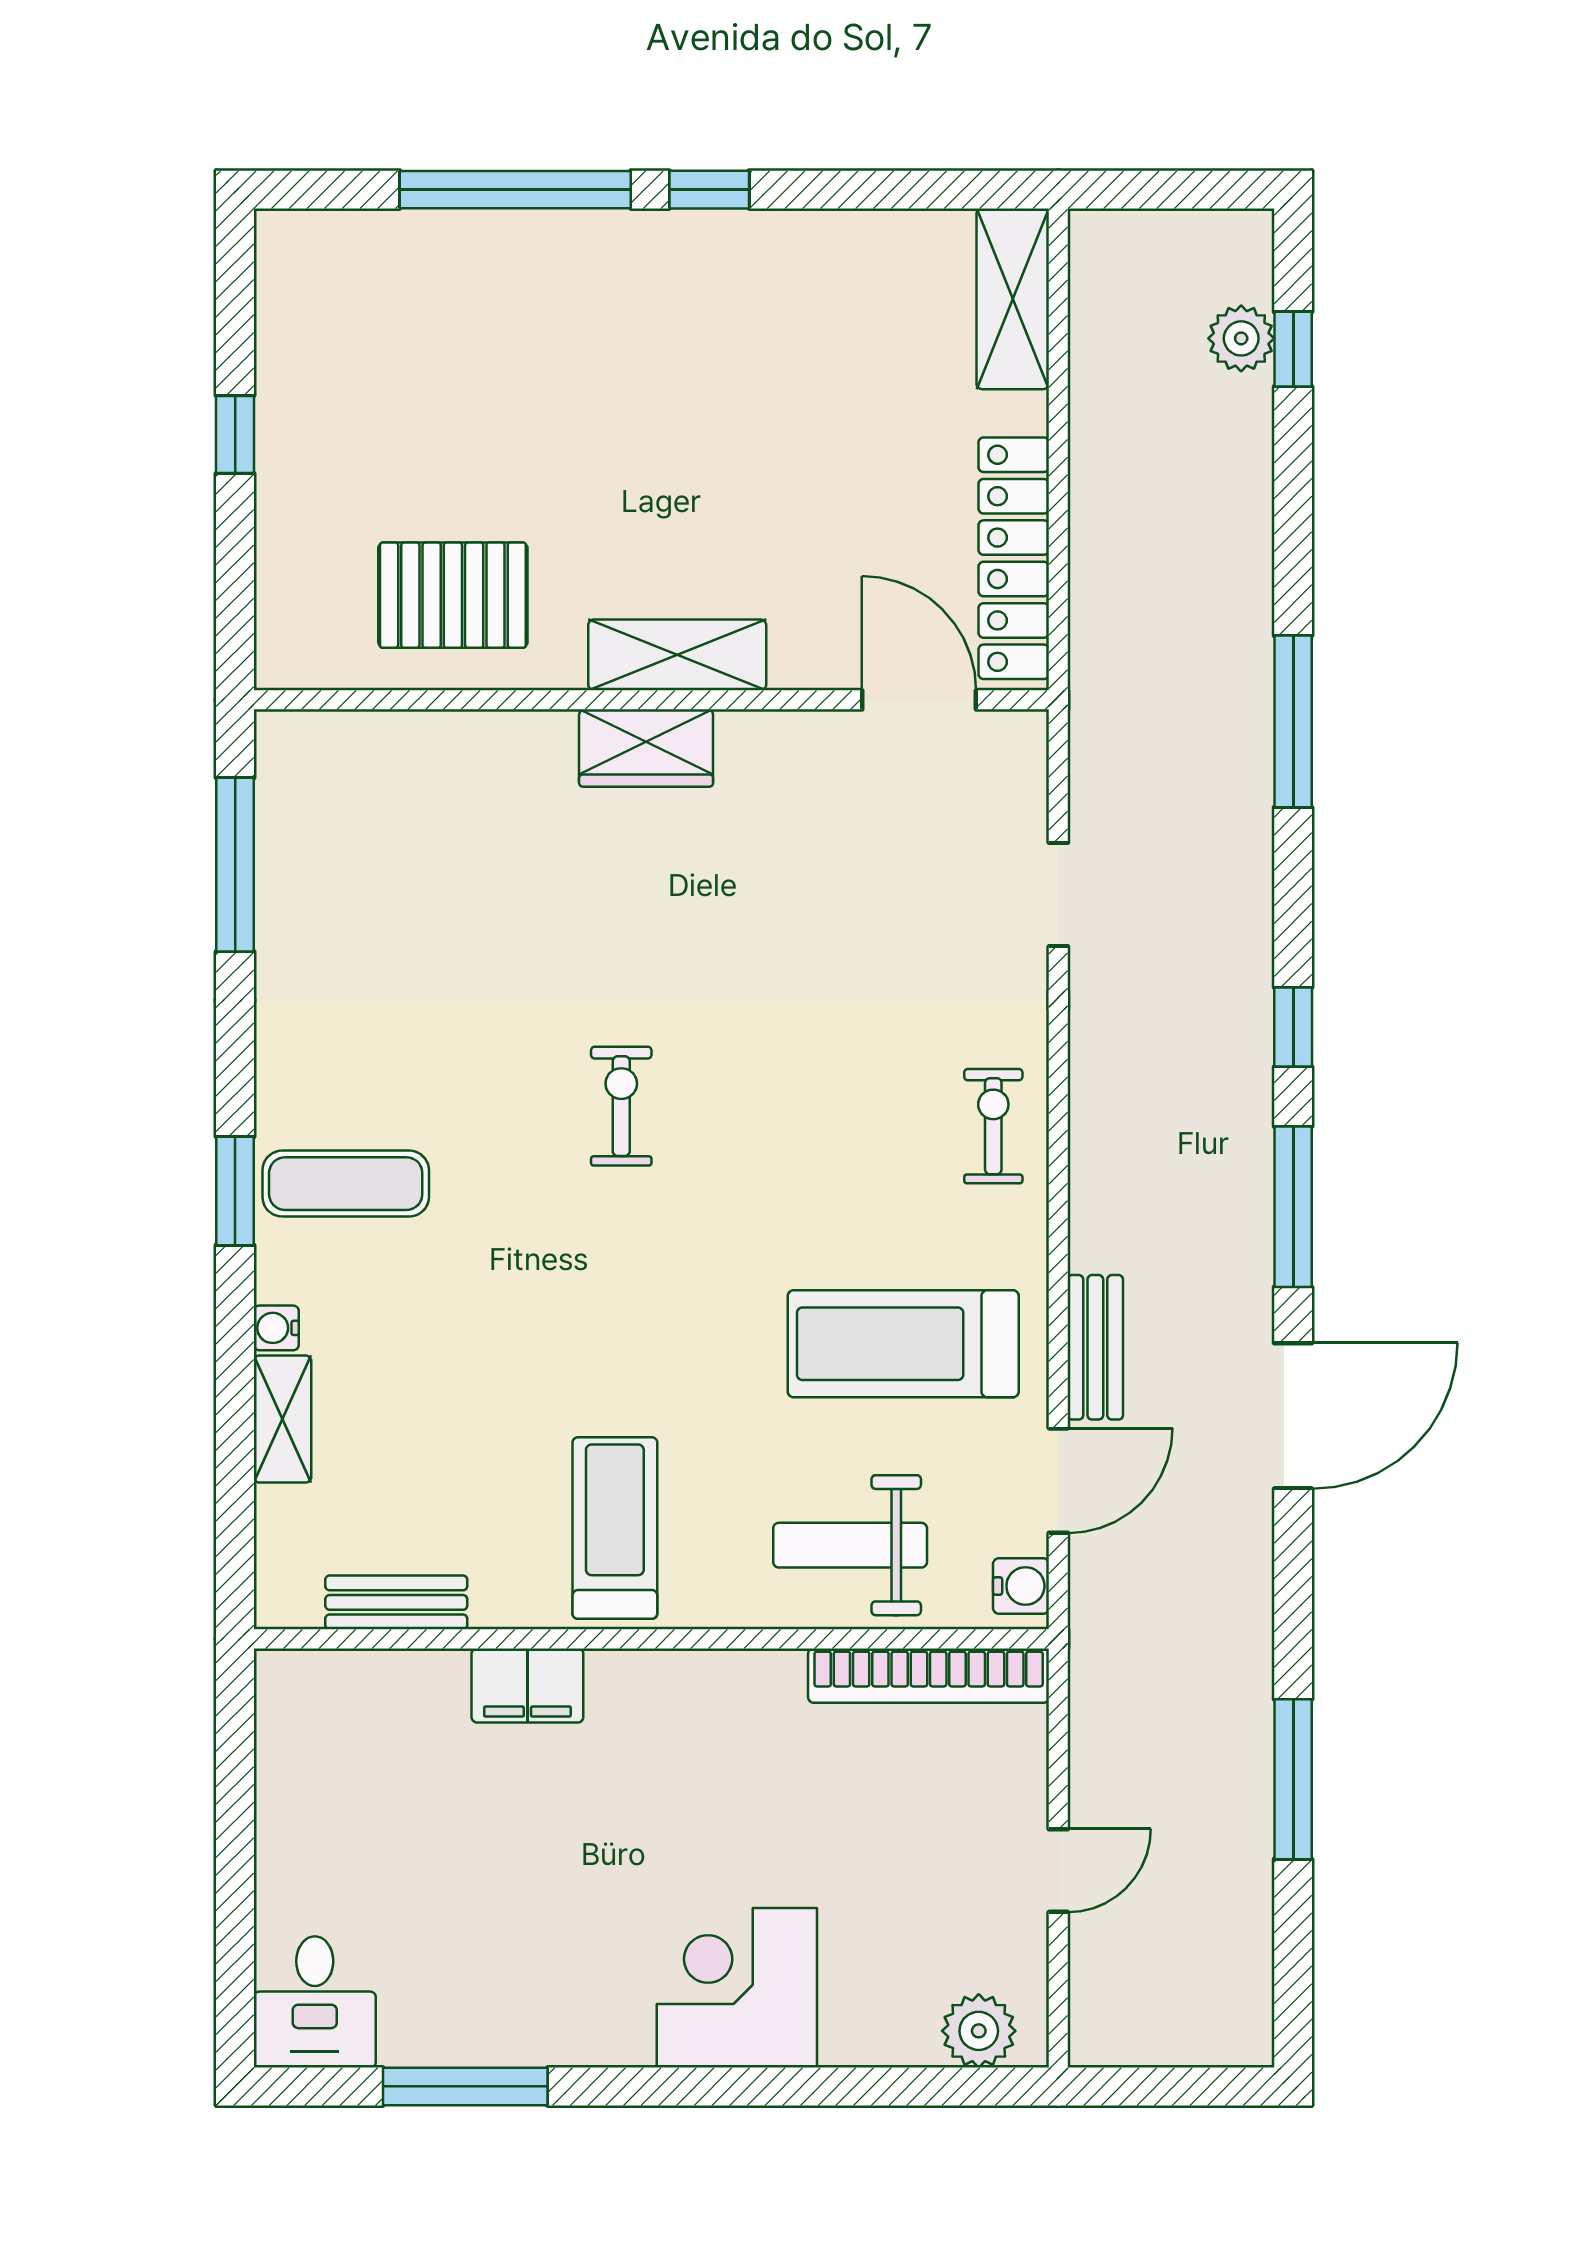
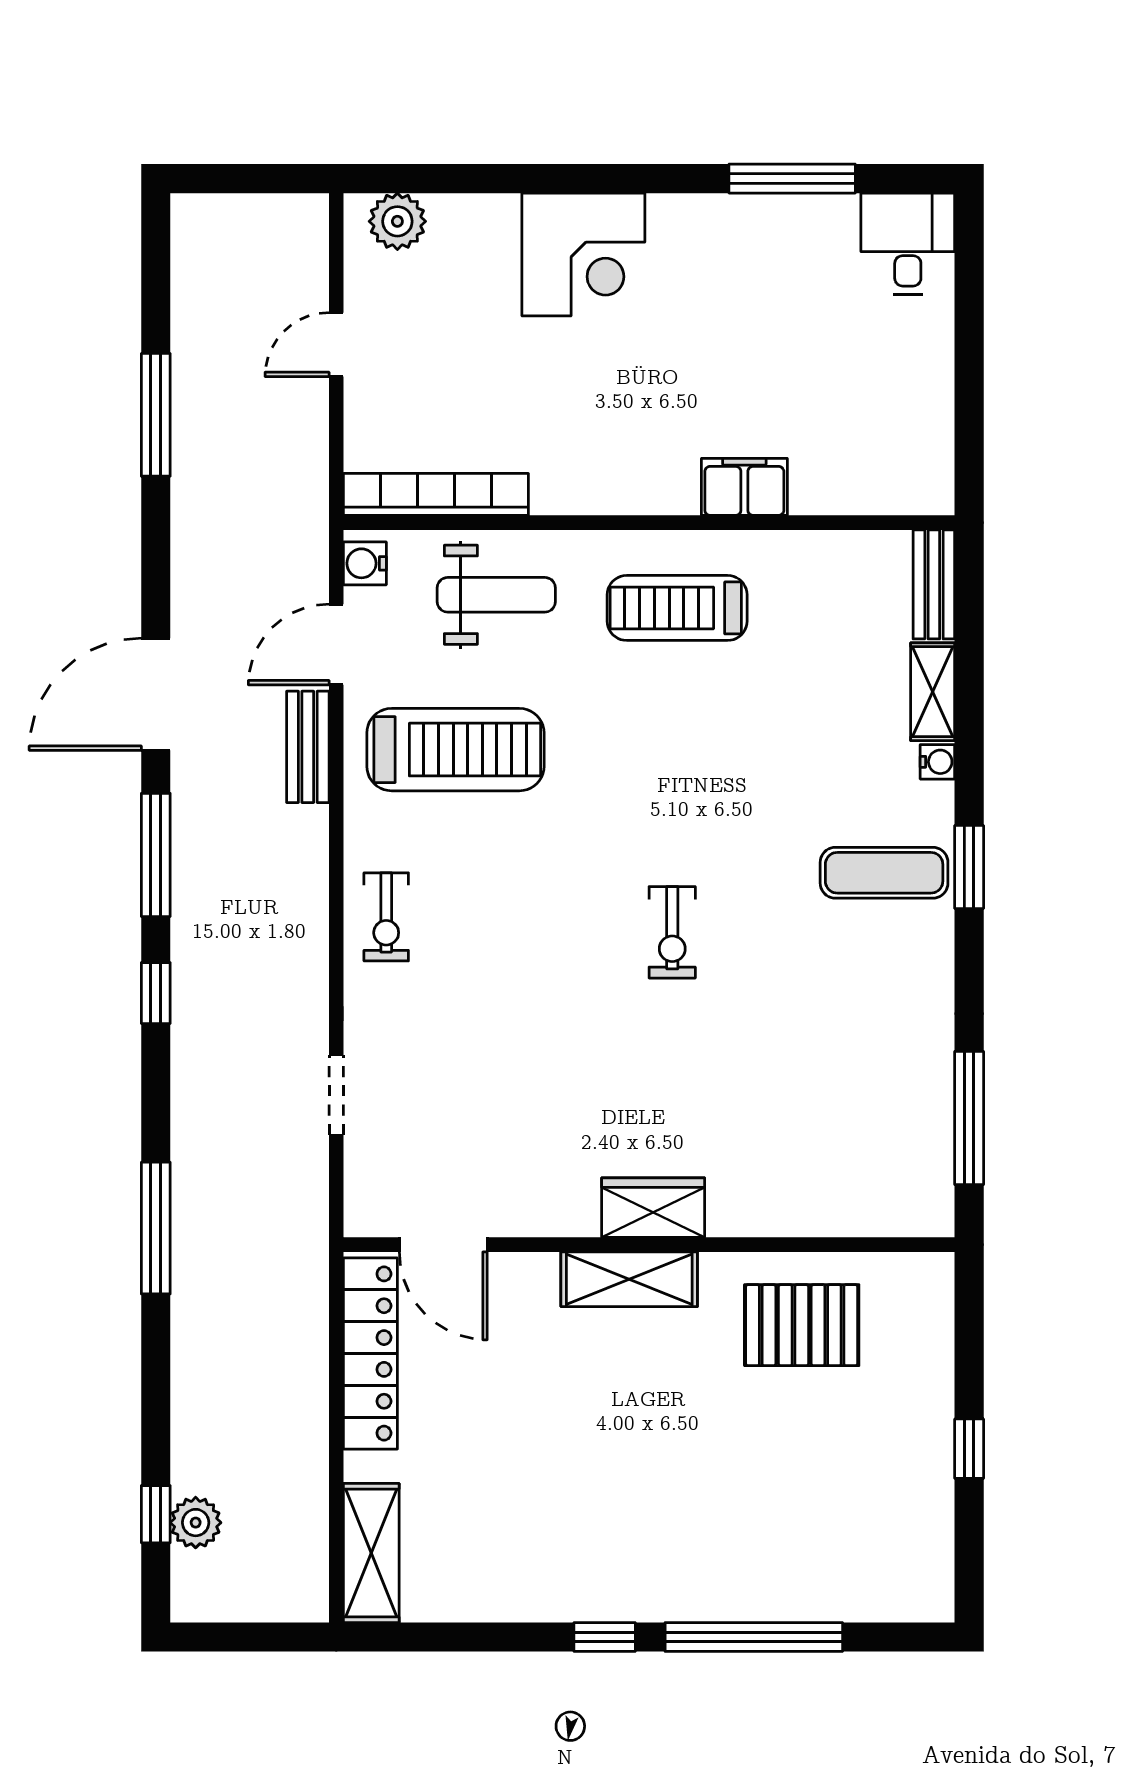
treadmill: (615, 1528) -> (677, 608), turned 90
bench: (396, 1602) -> (934, 584), moved, turned 90

